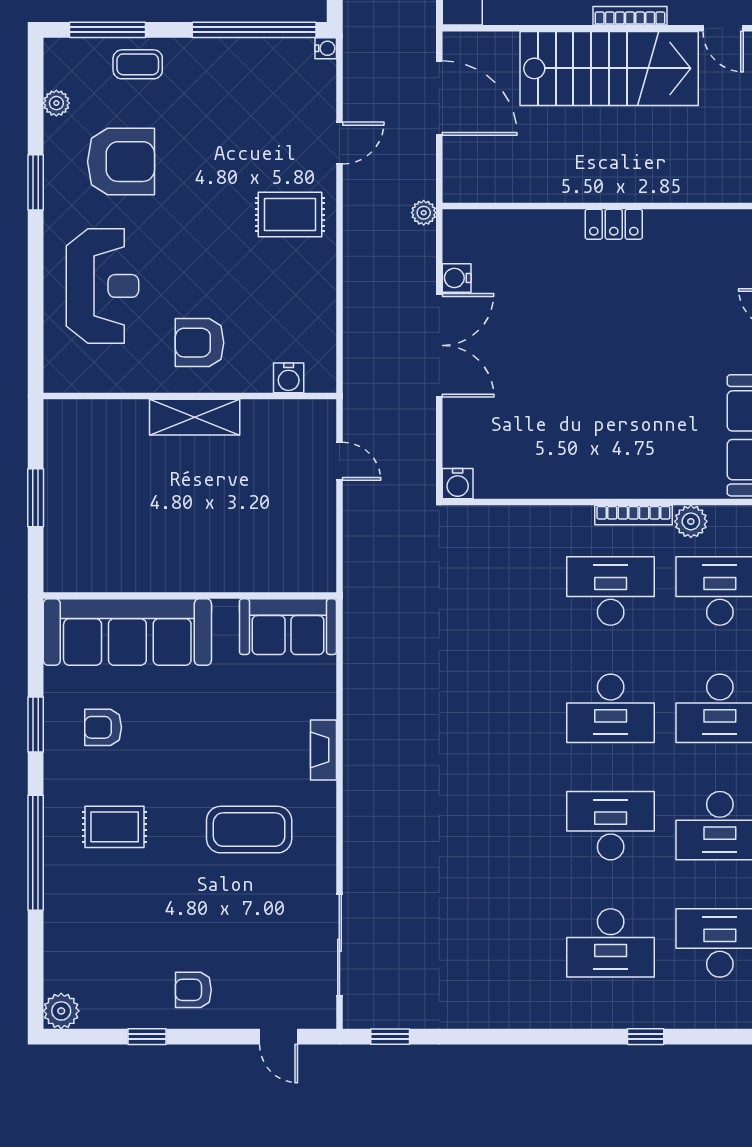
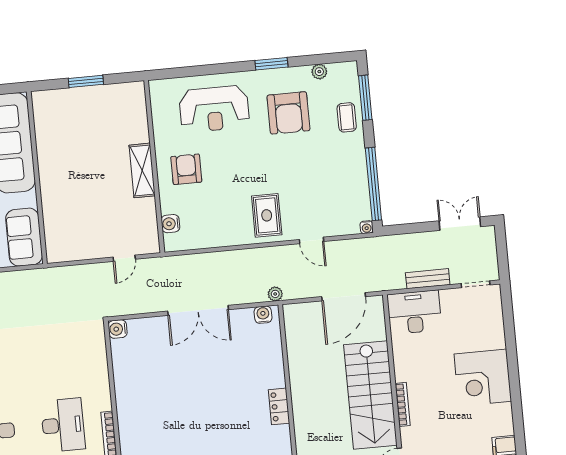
water cooler: (457, 278) -> (263, 315), moved

